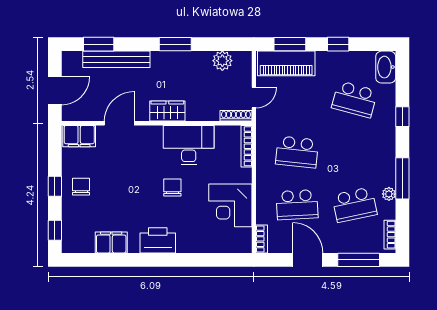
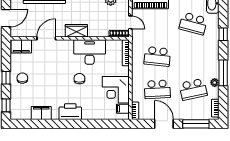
door: (254, 98) -> (130, 22), hinge flipped
filing cabinet: (242, 236) -> (123, 109), added

